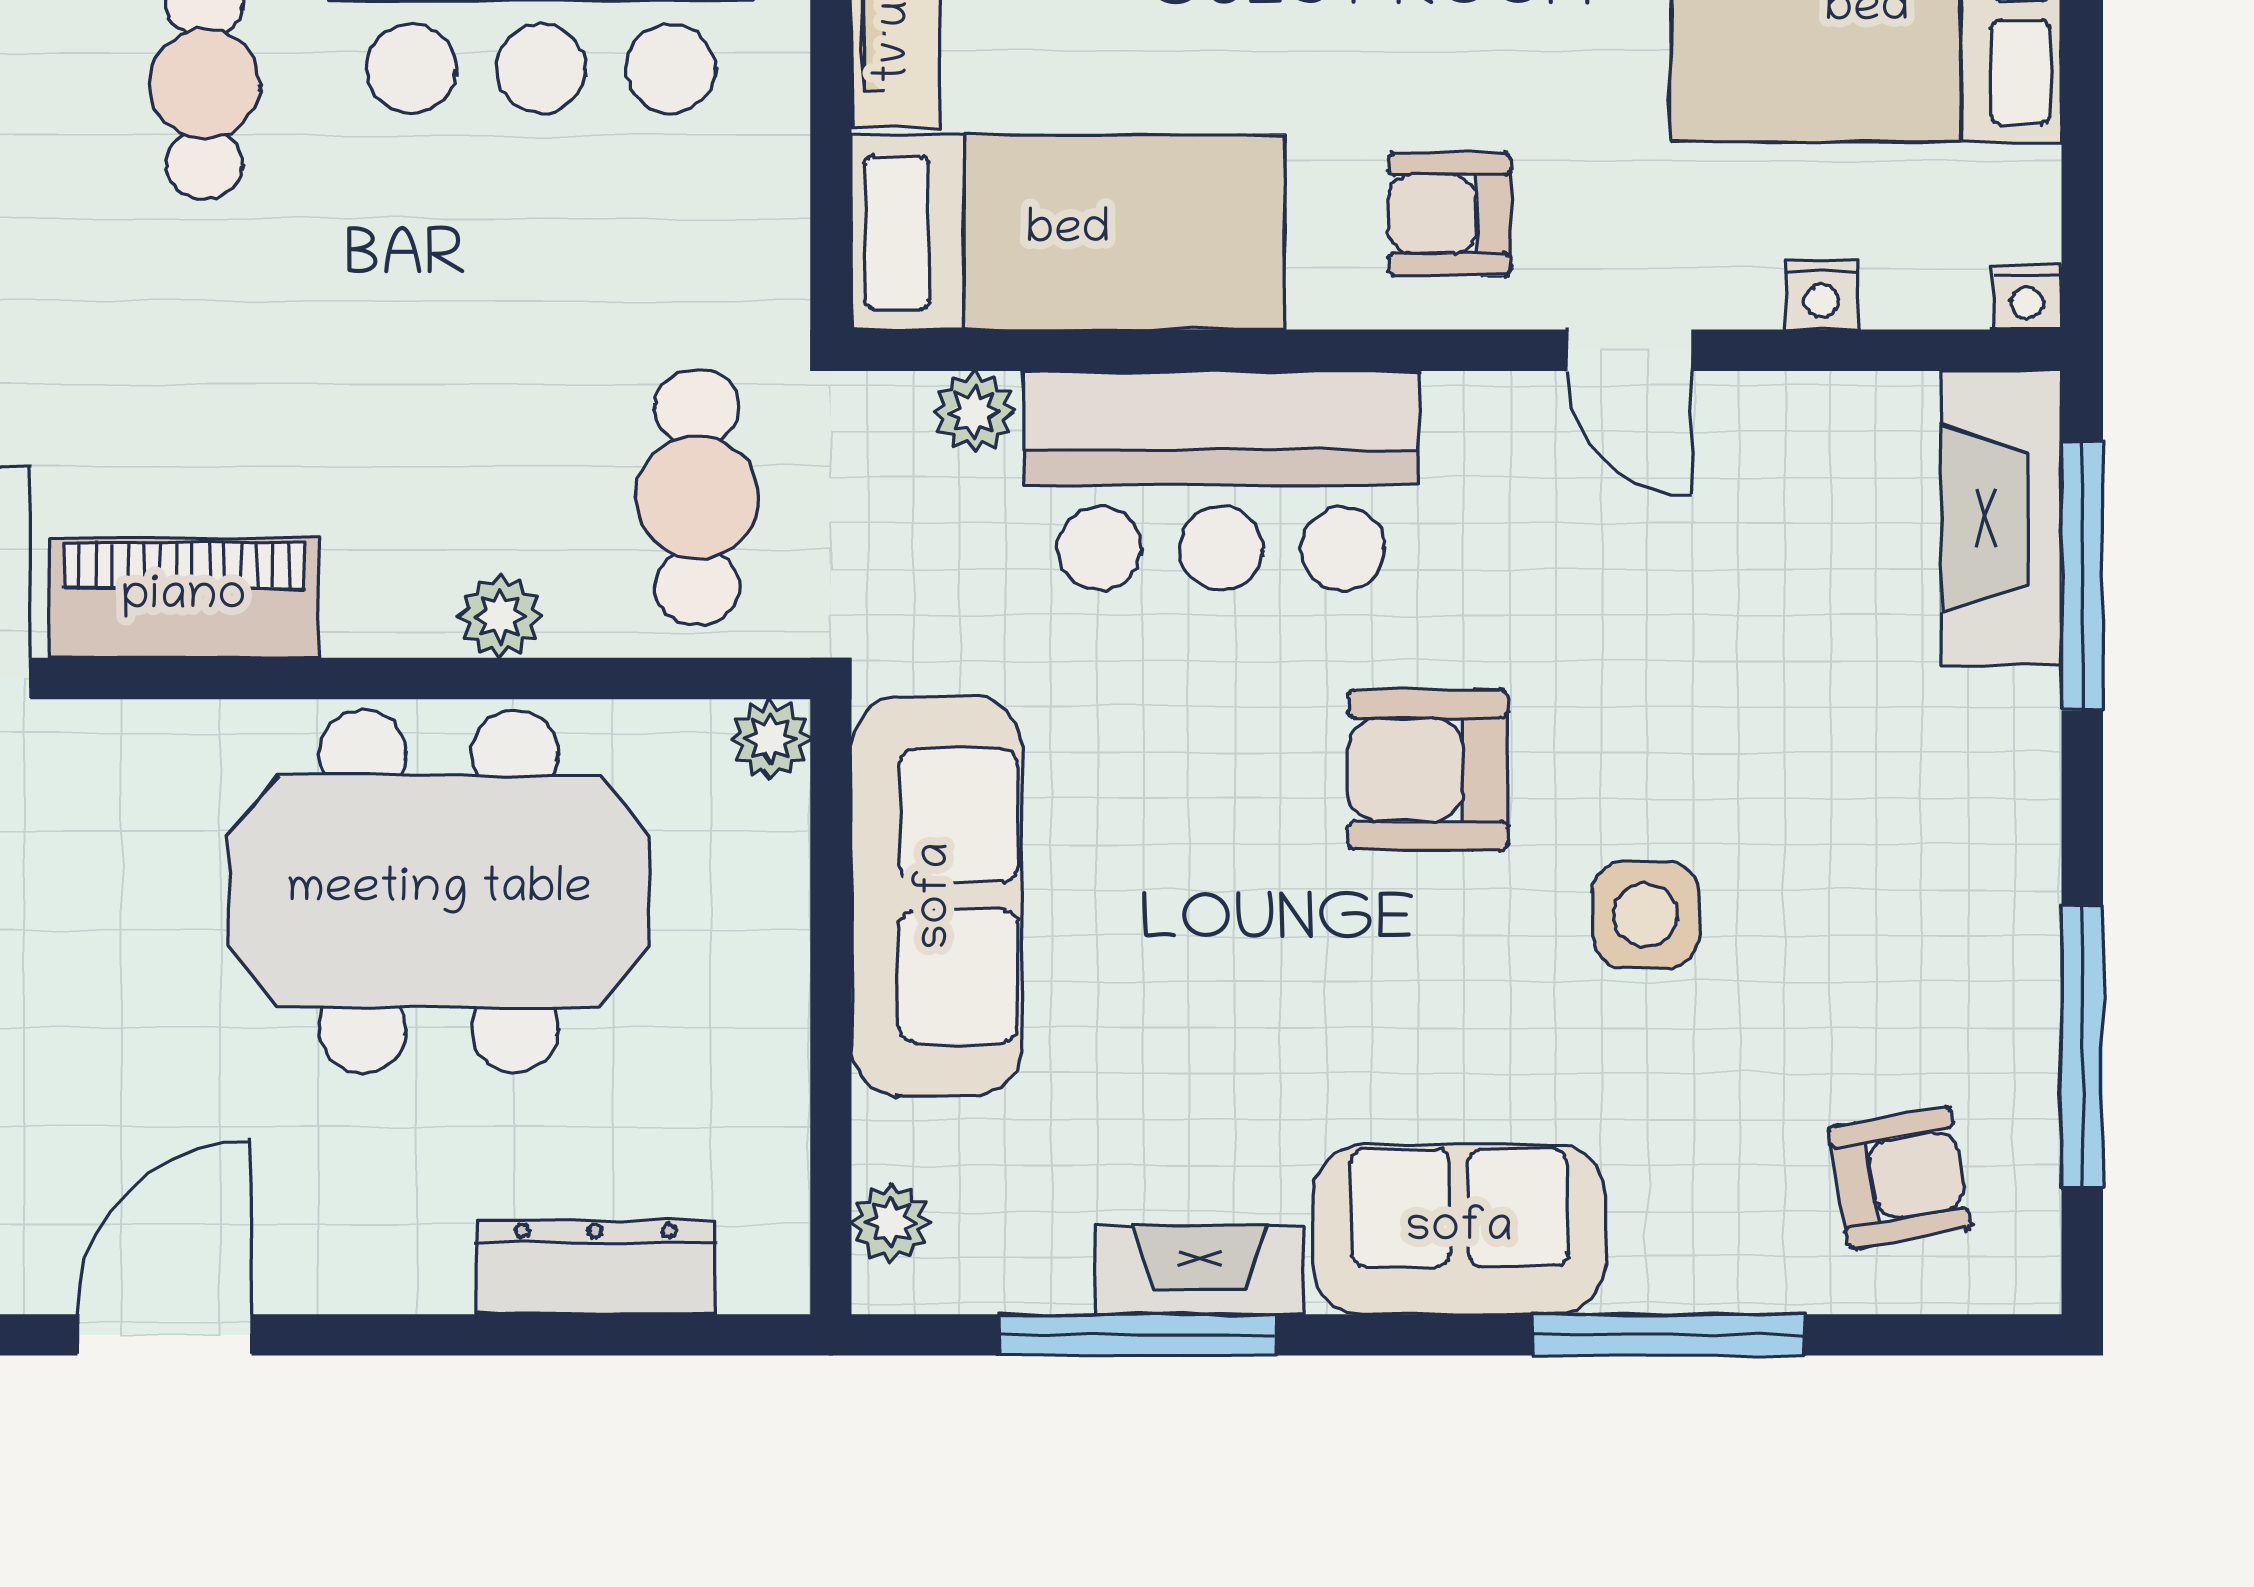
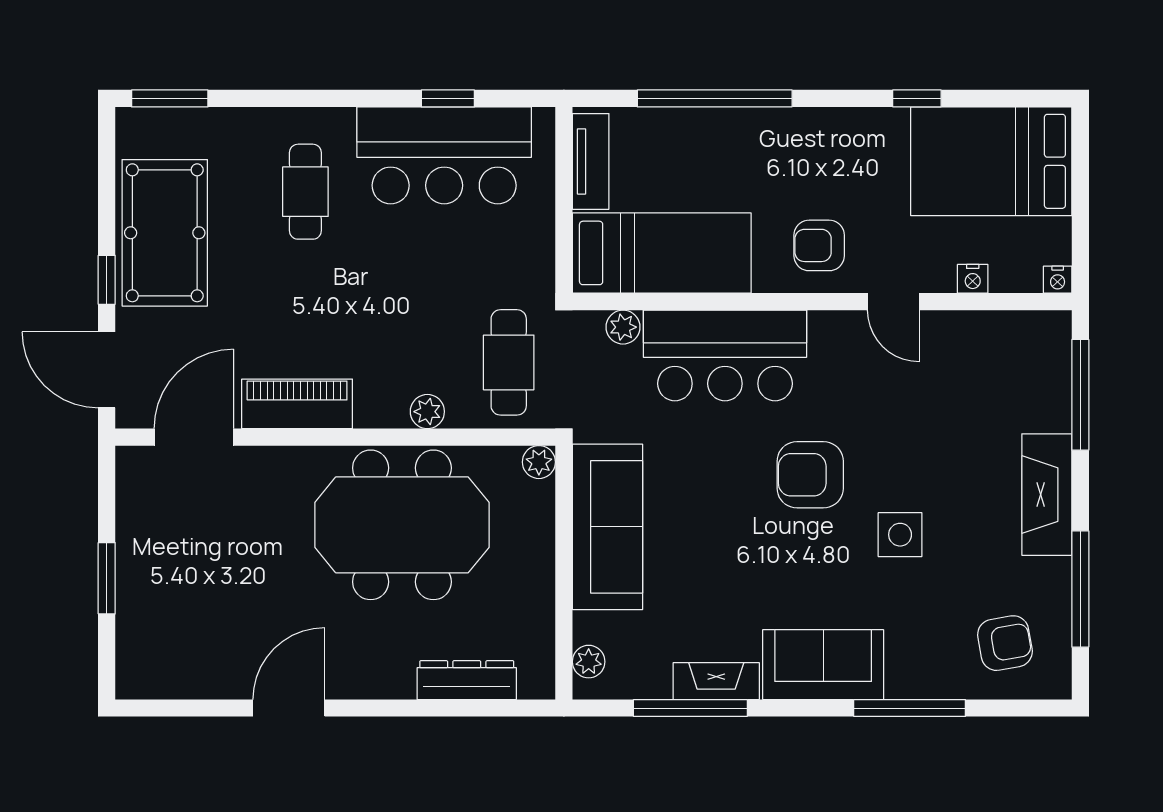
fireplace: (2001, 518) -> (1047, 495), moved

